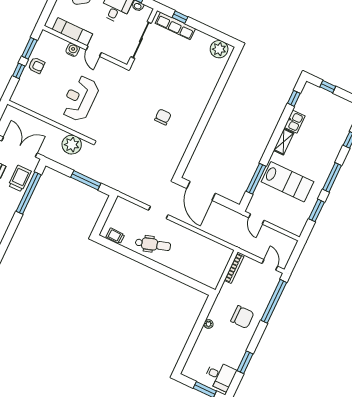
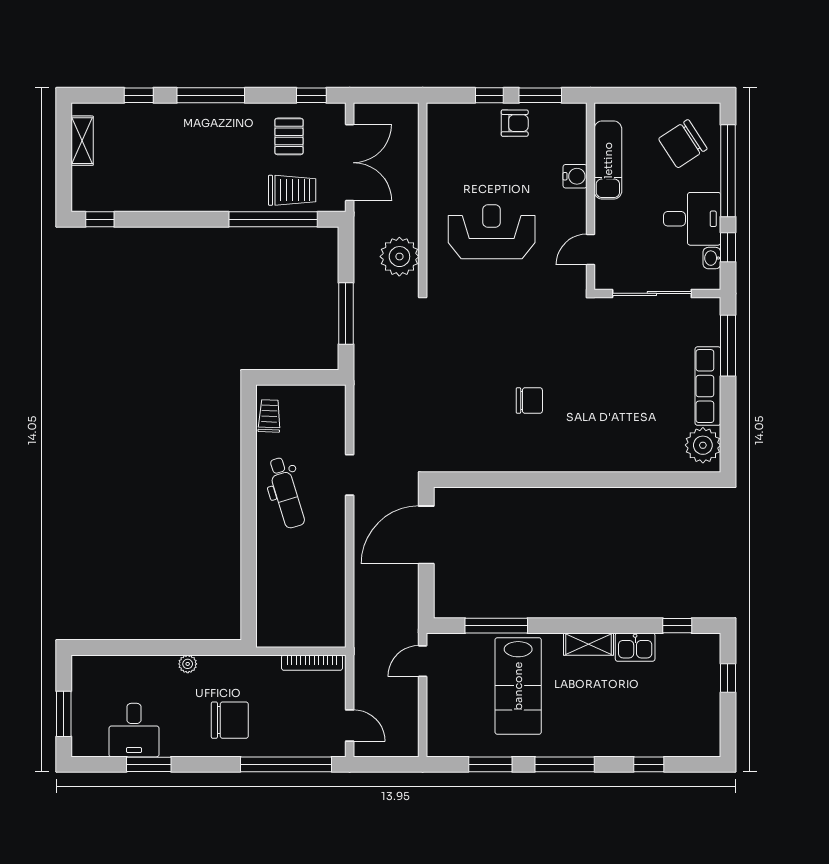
window: (180, 17) -> (728, 346), width x2.17
row of seats: (175, 26) -> (708, 386), moved
door: (94, 51) -> (591, 249), moved
armchair: (36, 65) -> (515, 123), turned -90
door: (270, 265) -> (350, 726), hinge flipped
chair: (242, 317) -> (230, 720), turned -90
desk: (220, 376) -> (134, 730), moved

